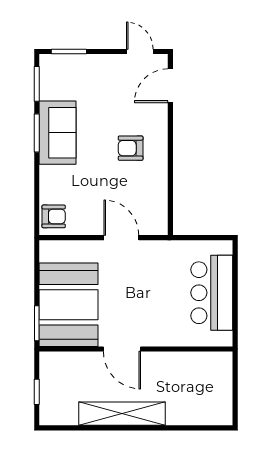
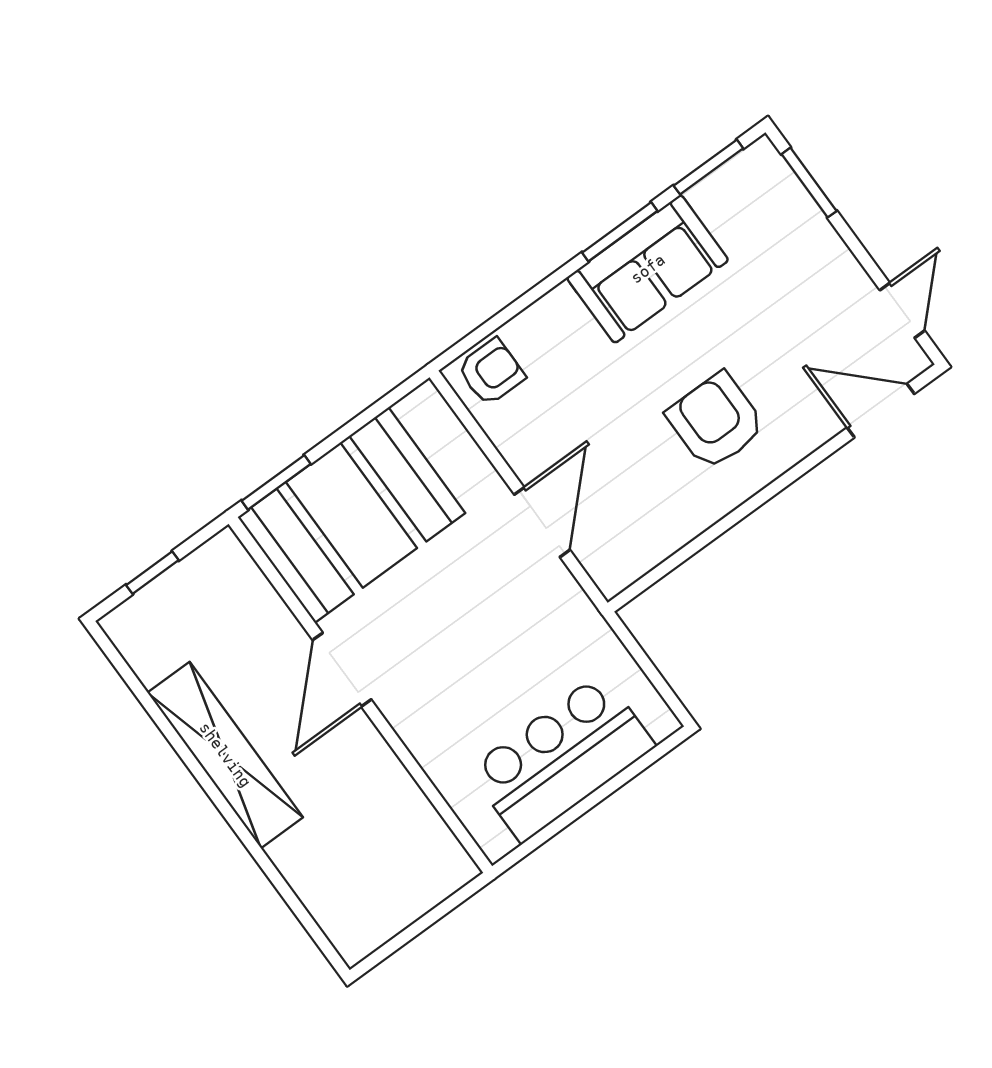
armchair: (131, 148) -> (716, 421), width x1.38, depth x1.38
armchair: (54, 216) -> (491, 372), turned -90

